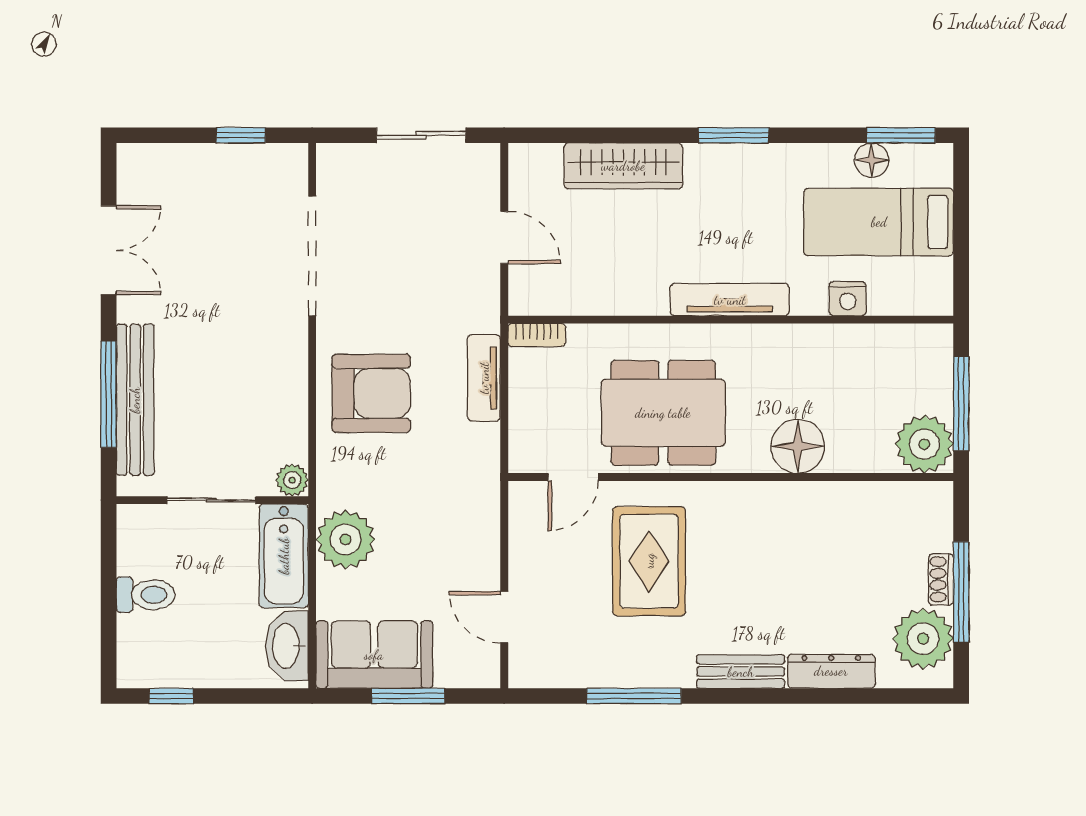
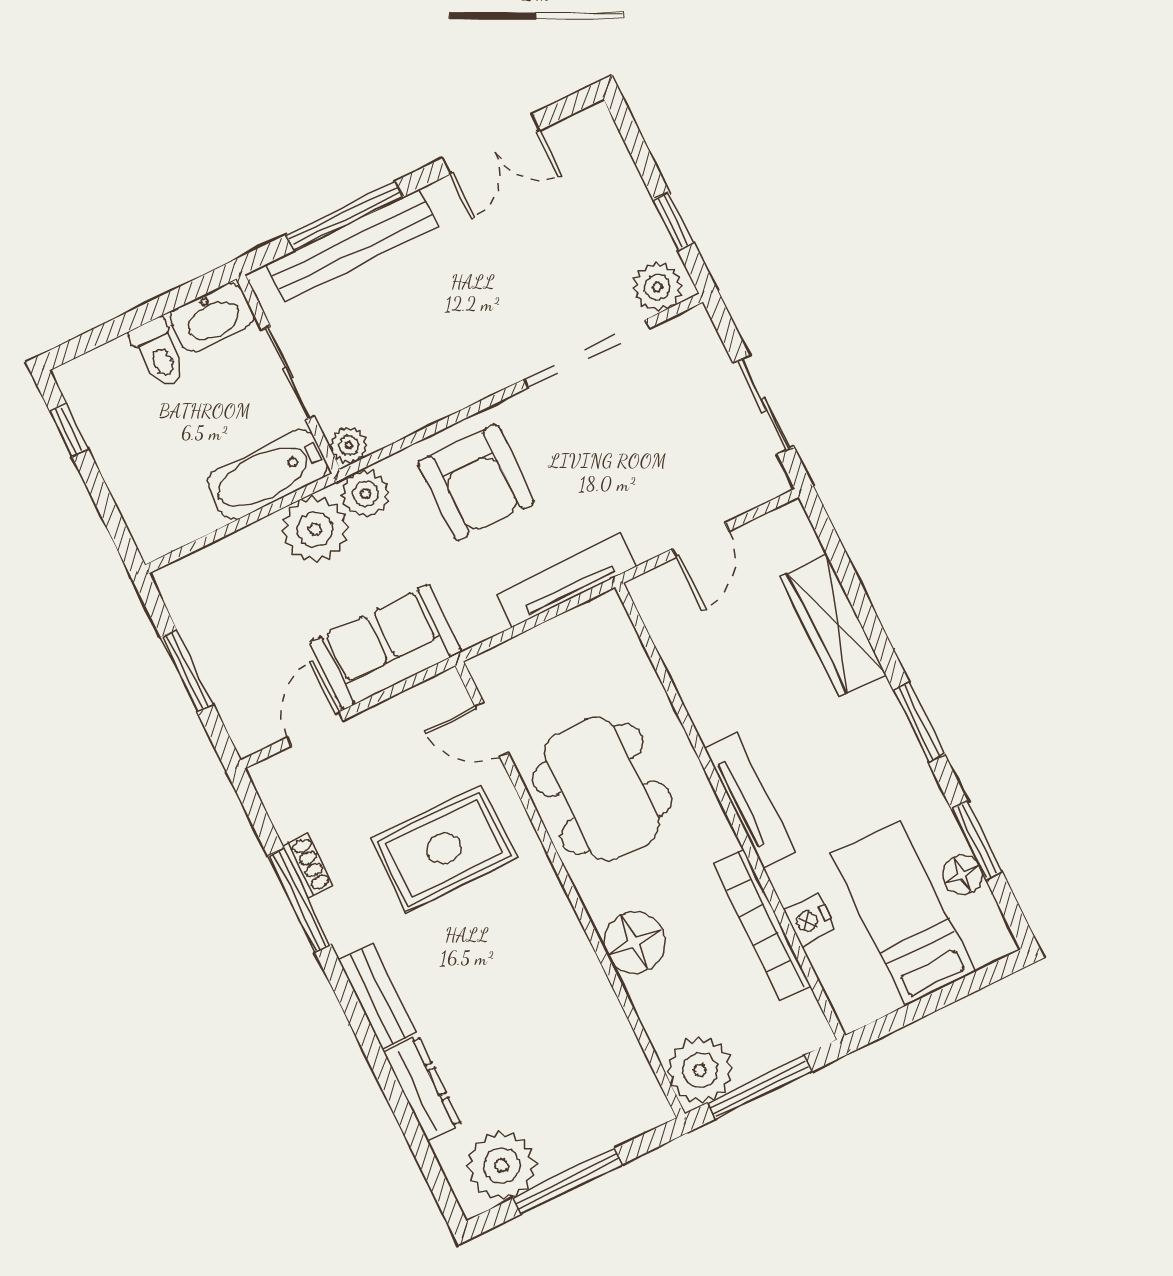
window: (901, 135) -> (977, 841), moved
plant: (287, 174) -> (657, 287), added
bookcase: (537, 335) -> (762, 924), moved, width x2.31, depth x1.31
tv unit: (484, 378) -> (566, 580), width x1.41
plant: (337, 486) -> (365, 494), added
shoe rack: (941, 579) -> (308, 866), moved, turned 90
washbasin: (287, 646) -> (212, 317), moved, turned 180
sofa: (374, 655) -> (386, 647), moved, turned -90

